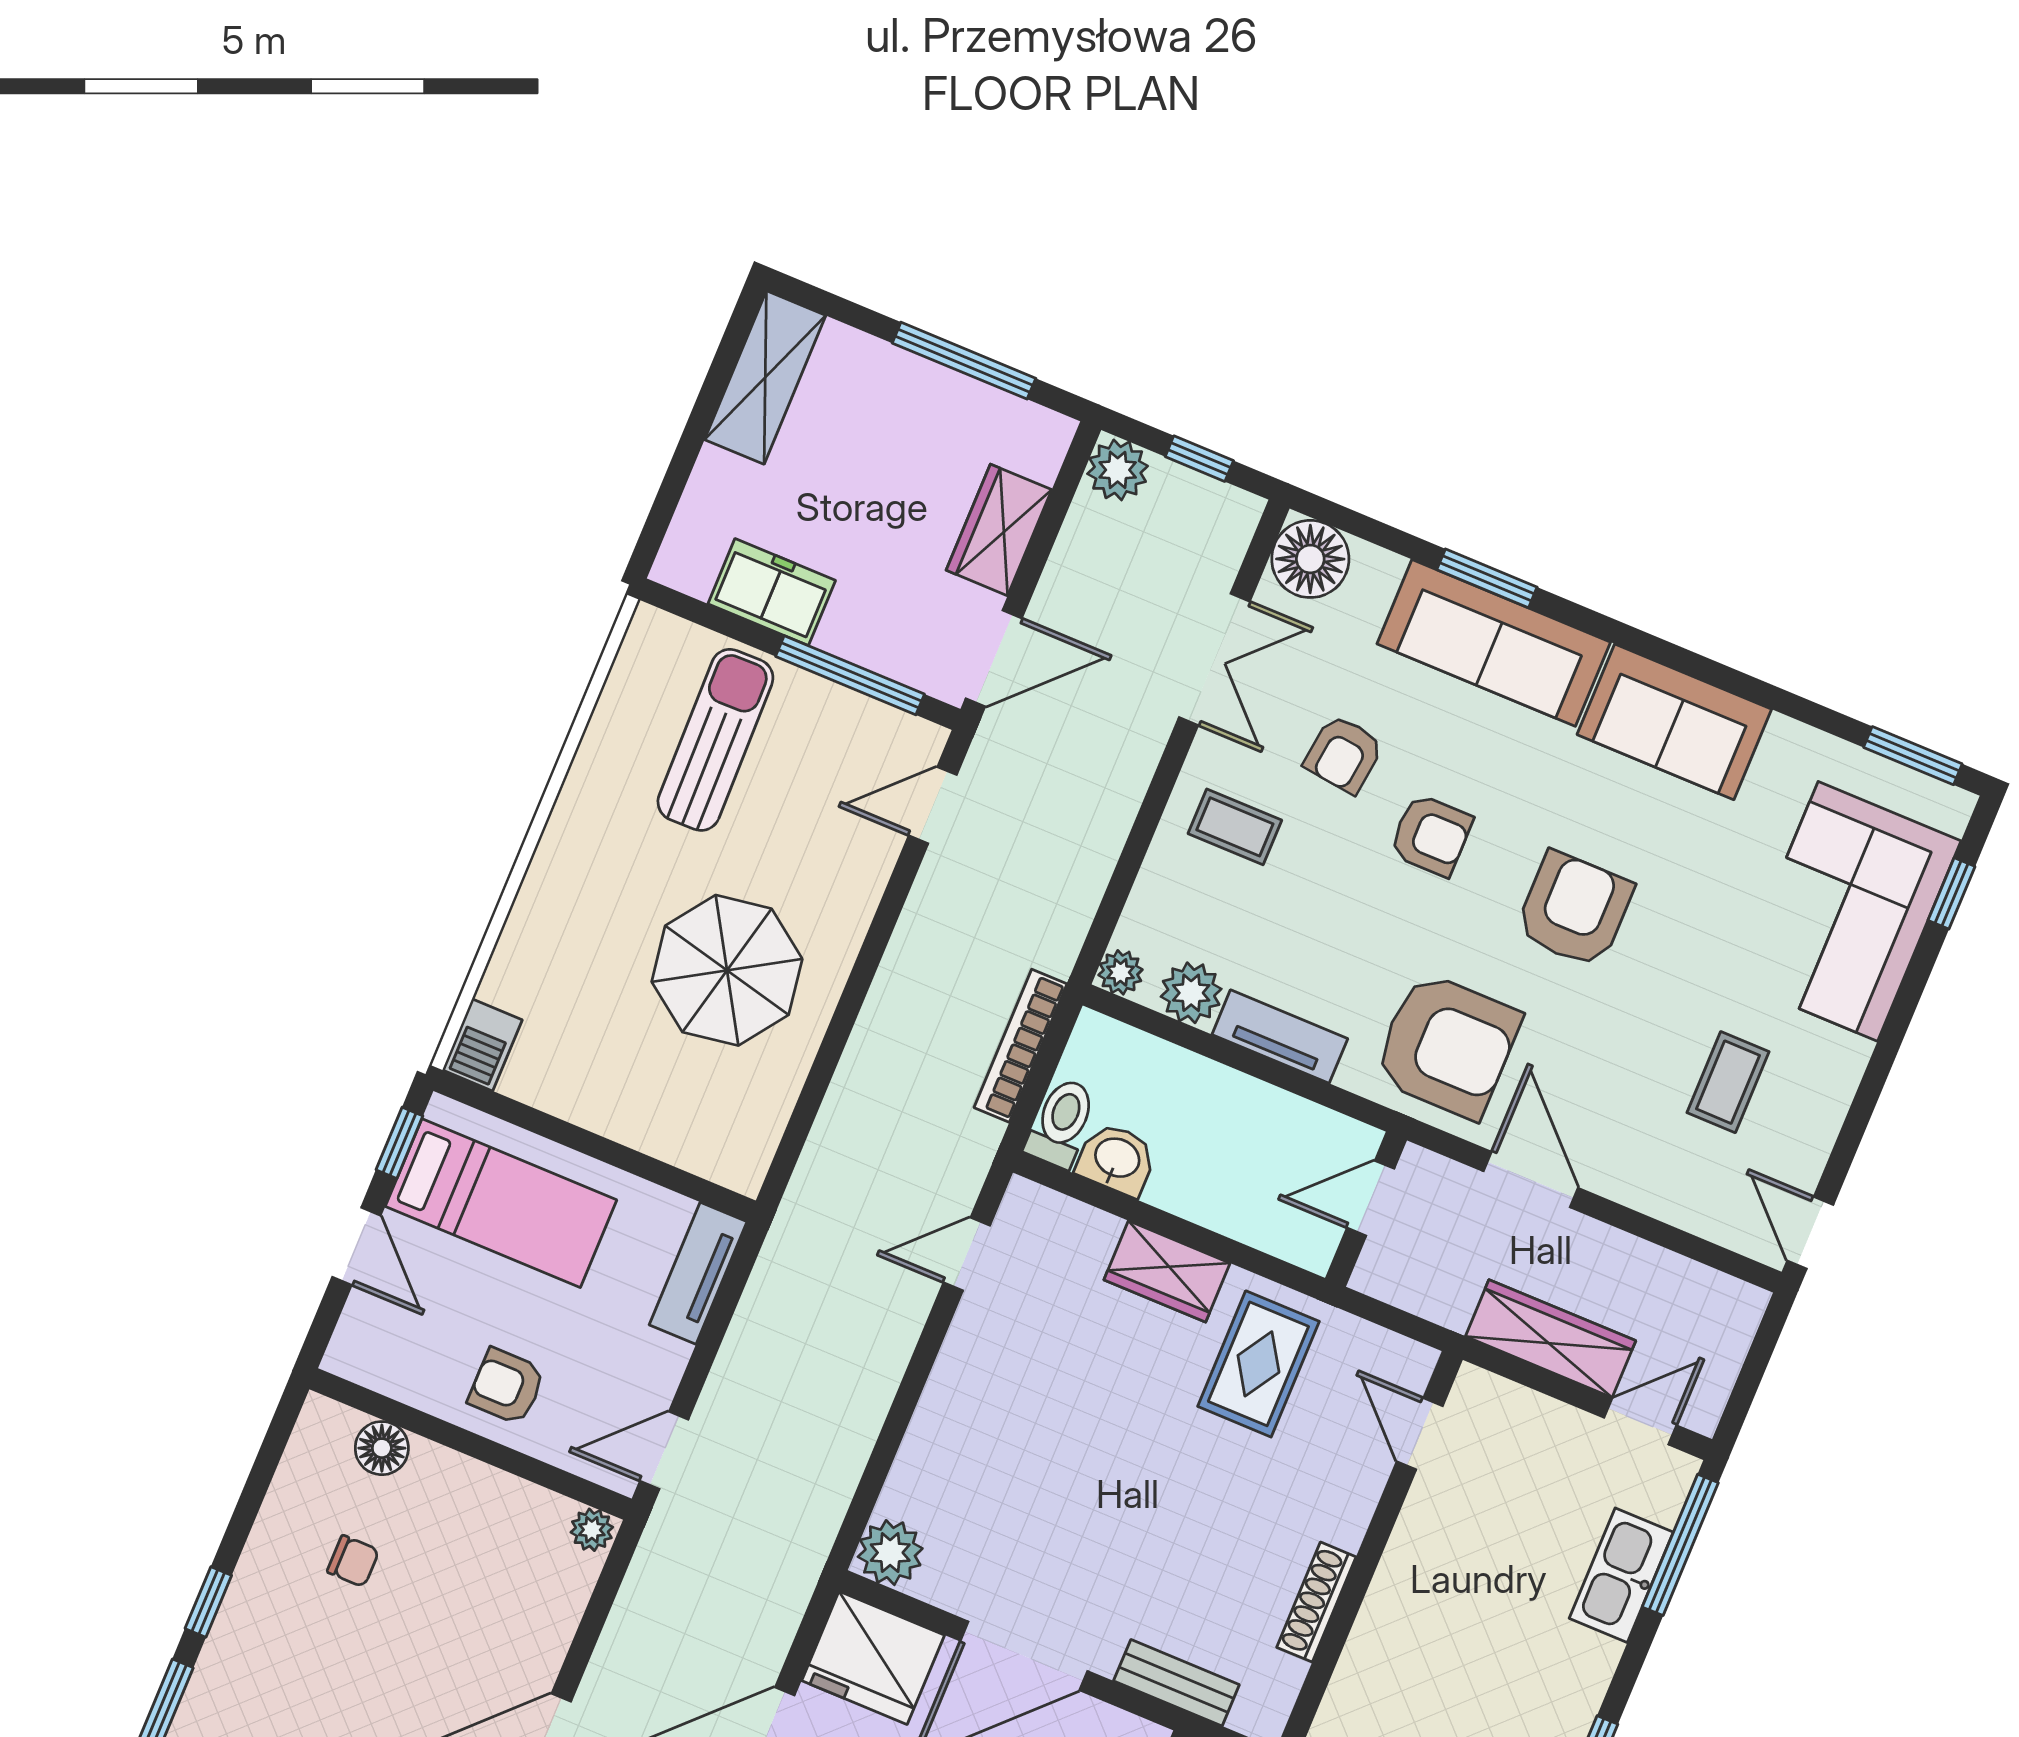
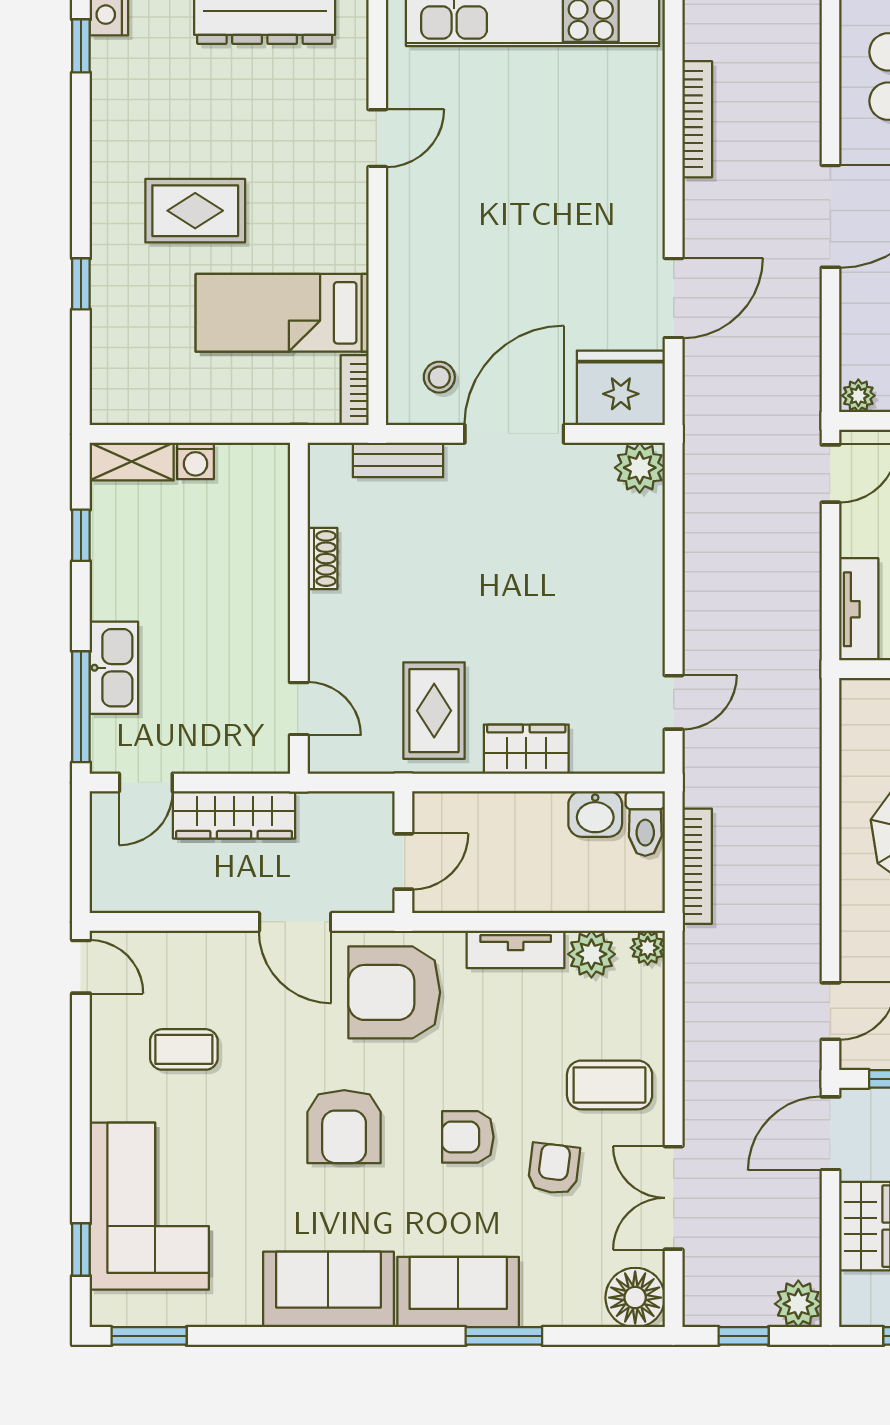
sofa: (1494, 643) -> (458, 1292), width x0.73
coffee table: (1235, 827) -> (610, 1085), width x1.36, depth x1.30
coffee table: (1728, 1082) -> (184, 1049), turned 90
shoe rack: (1316, 1602) -> (322, 559), width x0.70

